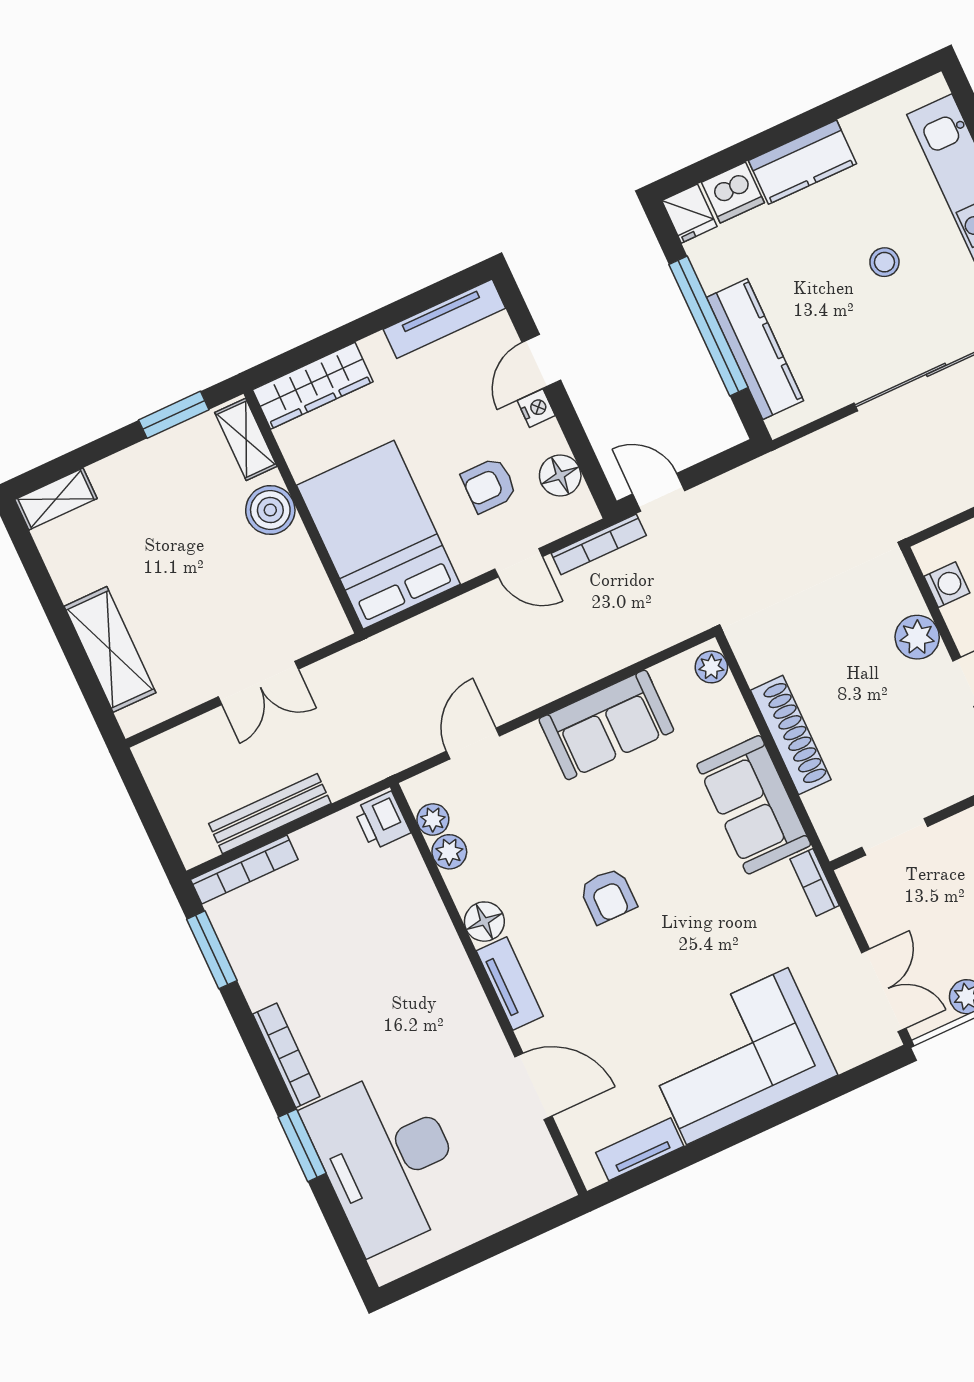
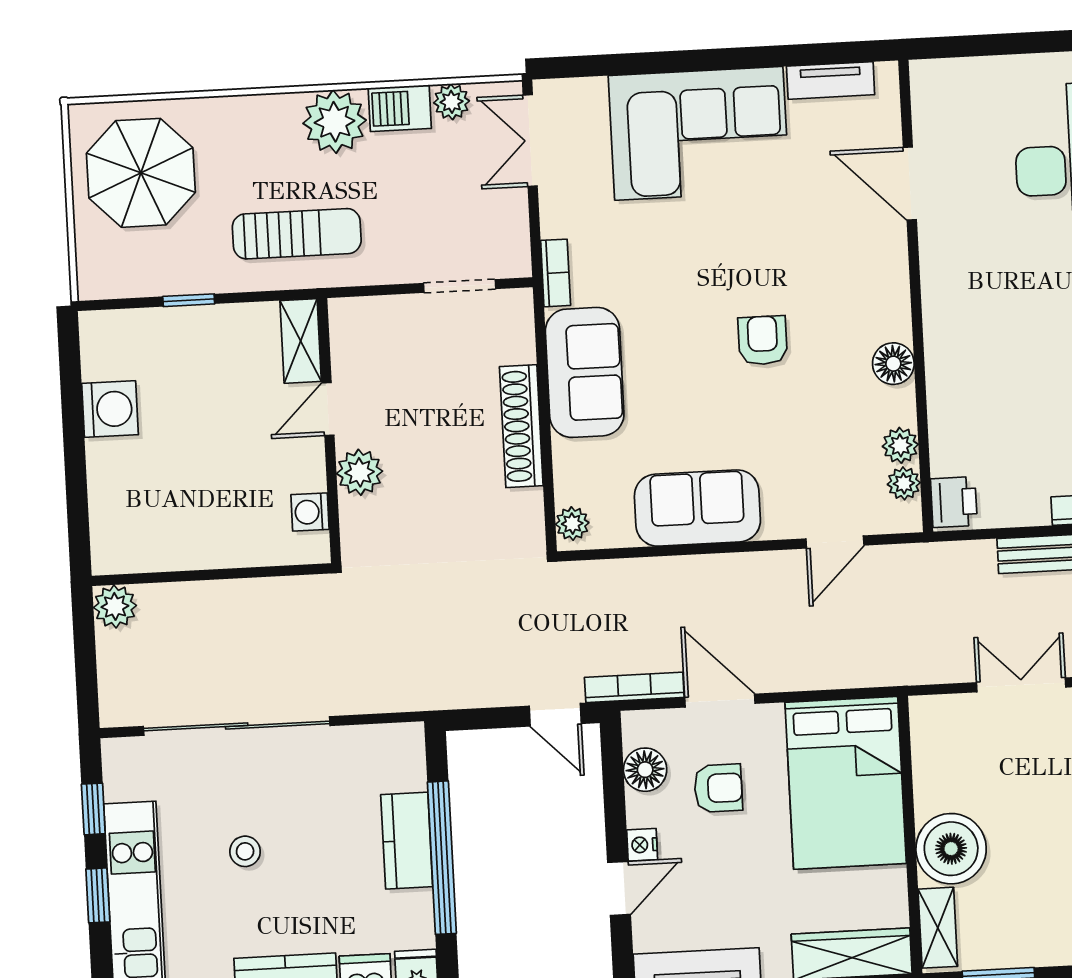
kitchen counter: (755, 349) -> (407, 841), width x0.67
boiler: (270, 510) -> (951, 849), width x1.37, depth x1.37
door: (519, 563) -> (720, 701), width x1.38
tv unit: (510, 984) -> (893, 293), removed

